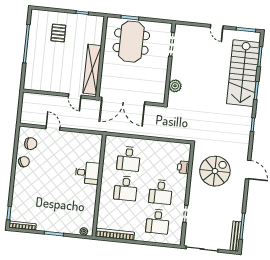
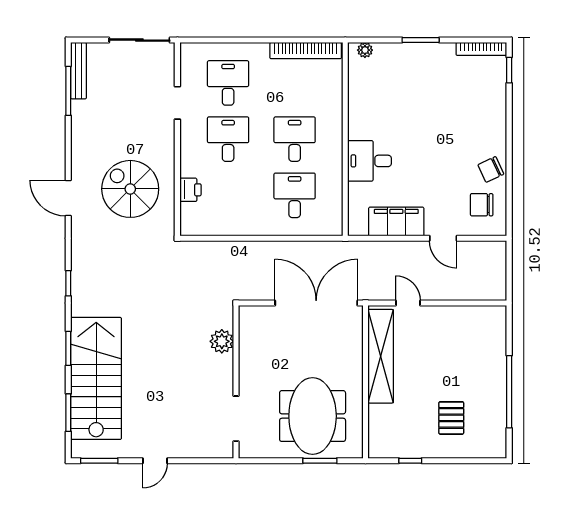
door: (217, 27) -> (155, 461), swing flipped
filing cabinet: (77, 139) -> (396, 221), added
spiral stairs: (215, 171) -> (130, 189), turned 90

